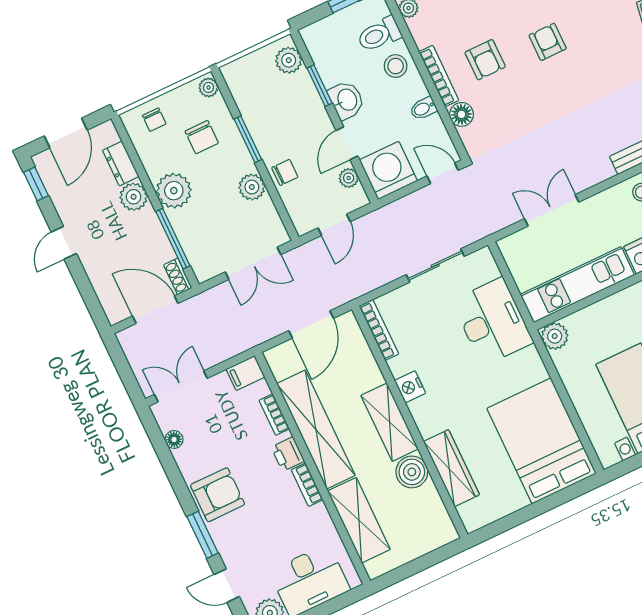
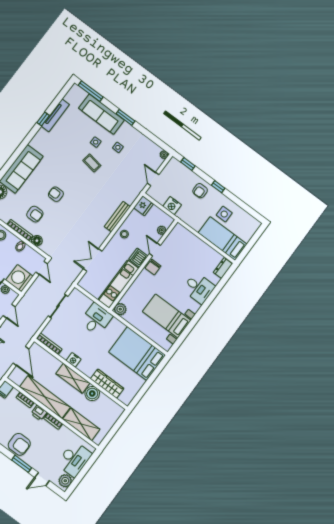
door: (443, 173) -> (42, 268), swing flipped
desk: (493, 322) -> (96, 319), width x0.73
armchair: (218, 495) -> (19, 444), turned 90

